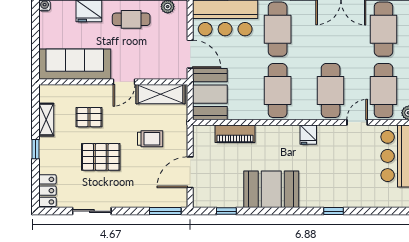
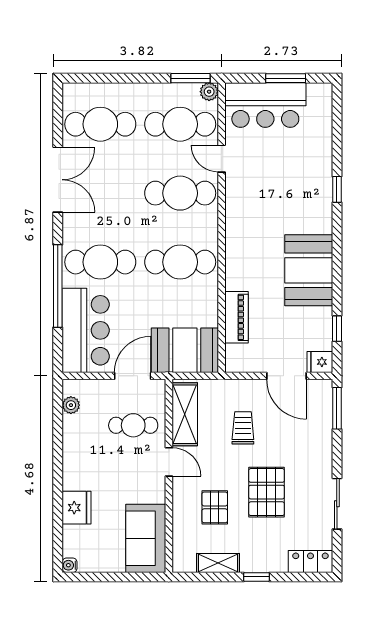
cafe table: (131, 19) -> (133, 425), moved, turned 90
sofa: (75, 64) -> (146, 538), width x0.73
fridge: (308, 135) -> (320, 362), moved, turned 180

